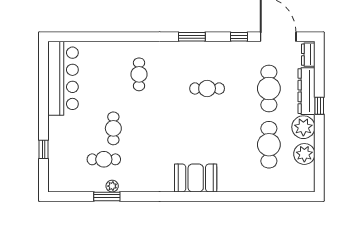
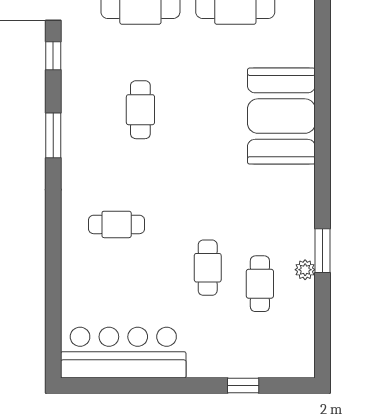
cafe table: (113, 128) -> (208, 268), turned 90
booth: (196, 178) -> (281, 116), width x1.36, depth x1.42
window: (107, 196) -> (322, 251), moved

